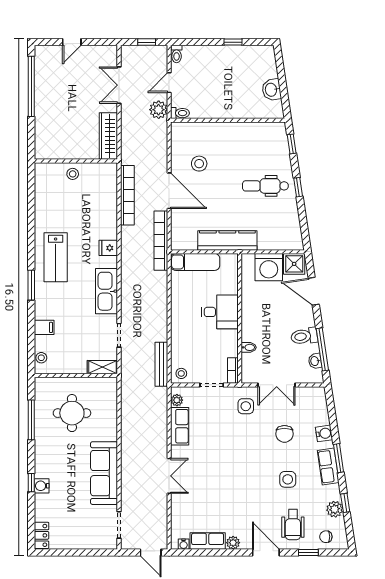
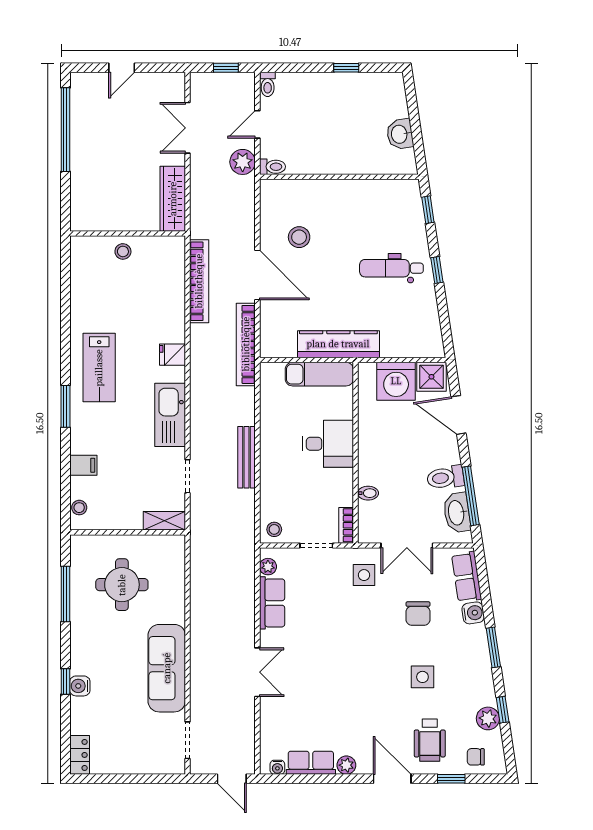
exam couch: (195, 262) -> (319, 374), moved
washbasin: (315, 361) -> (457, 513), width x1.91, depth x1.45
bench: (161, 364) -> (247, 457), moved
row of seats: (328, 466) -> (467, 577), moved

